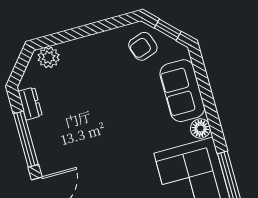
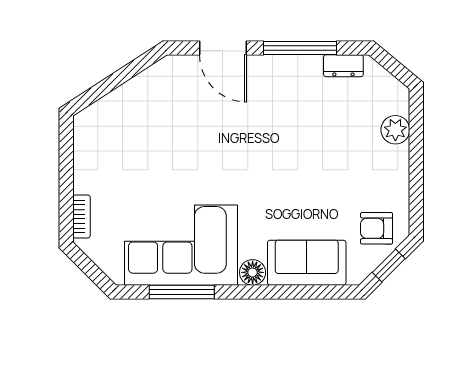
armchair: (143, 46) -> (377, 228), turned -71
plant: (49, 57) -> (395, 130), moved

